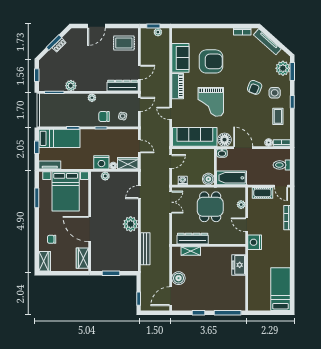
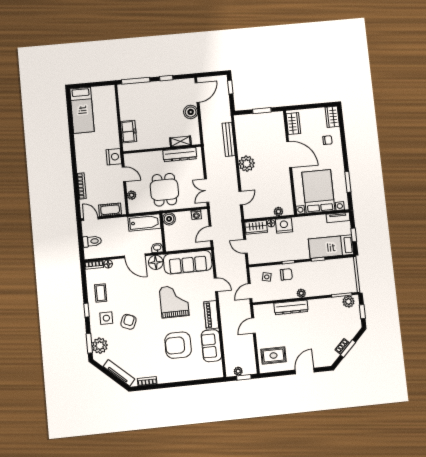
plant: (71, 86) -> (348, 302), moved
dresser: (123, 86) -> (291, 307), moved

